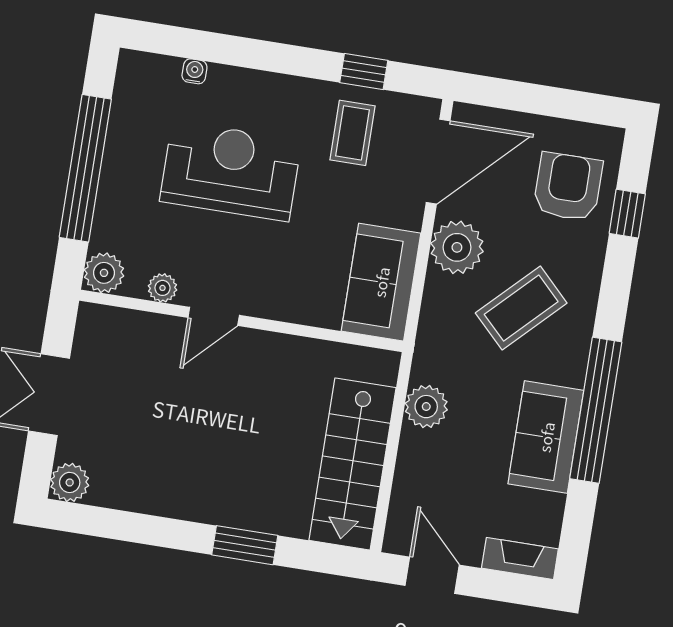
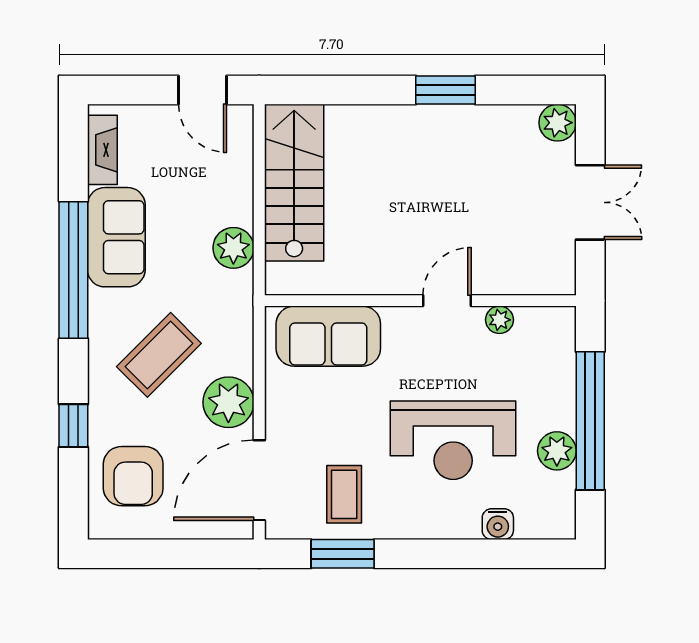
water cooler: (194, 71) -> (498, 524), width x1.38, depth x1.38
window: (364, 72) -> (343, 554), width x1.50
window: (627, 214) -> (73, 426), moved
plant: (104, 273) -> (557, 451), moved
sofa: (381, 282) -> (328, 336), moved, turned 90
window: (245, 545) -> (446, 90), moved
fireplace: (520, 558) -> (102, 150), moved, turned -90

